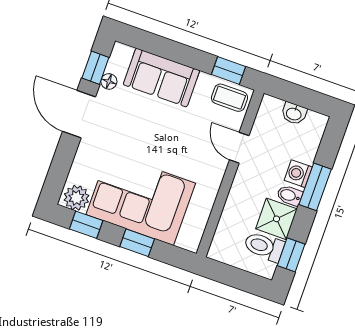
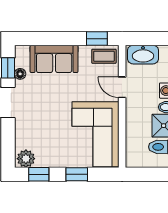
washbasin: (294, 114) -> (143, 55), width x1.91, depth x1.45
corner sofa: (141, 199) -> (96, 134), moved, turned -90

